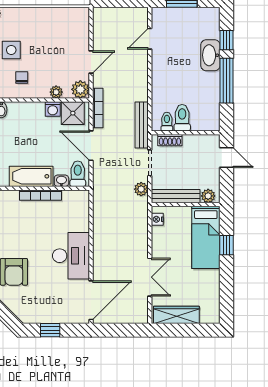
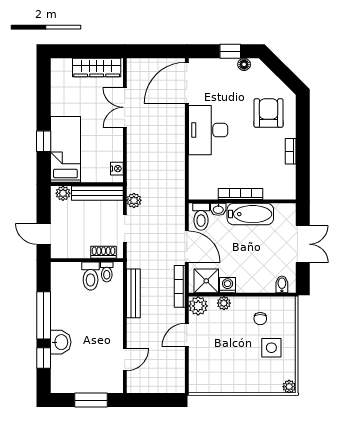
washbasin: (210, 55) -> (61, 342), width x0.72
bench: (142, 125) -> (133, 293), moved
floor lamp: (37, 318) -> (244, 64), added

